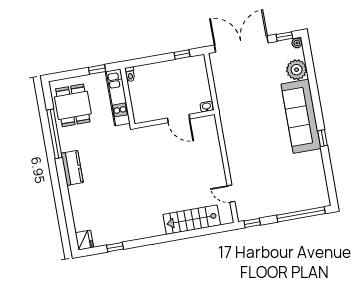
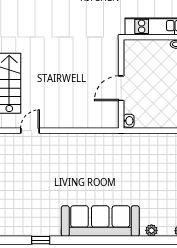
plant: (297, 70) -> (151, 230), width x0.53, depth x0.53
window: (322, 138) -> (41, 240), moved

